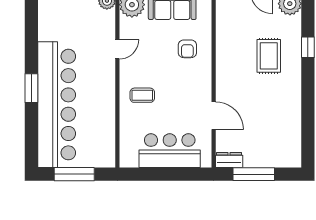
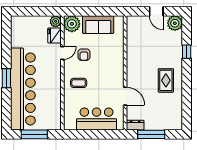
fridge: (105, 22) -> (55, 35), added
armchair: (187, 49) -> (84, 55), moved
rug: (269, 56) -> (166, 80), moved

